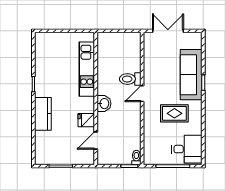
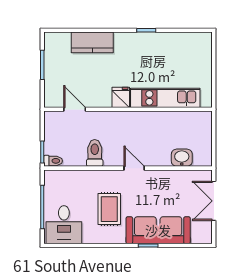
double door: (168, 31) -> (214, 201), swing flipped
toilet: (130, 79) -> (95, 153), moved
washbasin: (104, 104) -> (182, 158), moved, turned 180
kitchen counter: (43, 114) -> (92, 42), moved
fridge: (86, 120) -> (121, 97), moved

